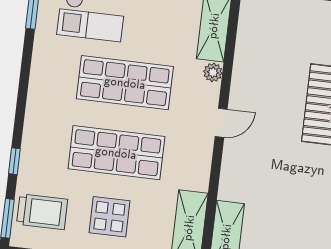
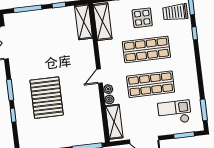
plant: (210, 93) -> (108, 89), added

